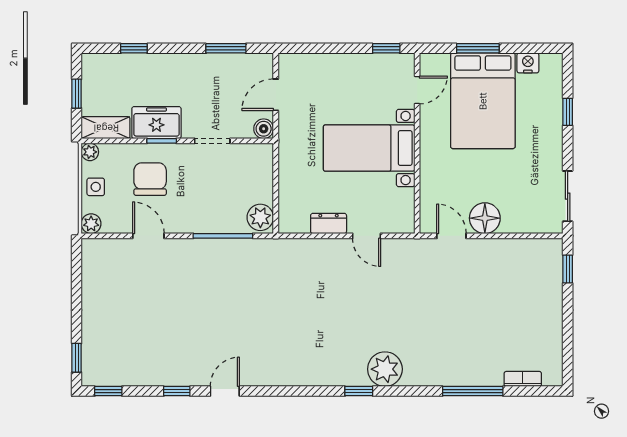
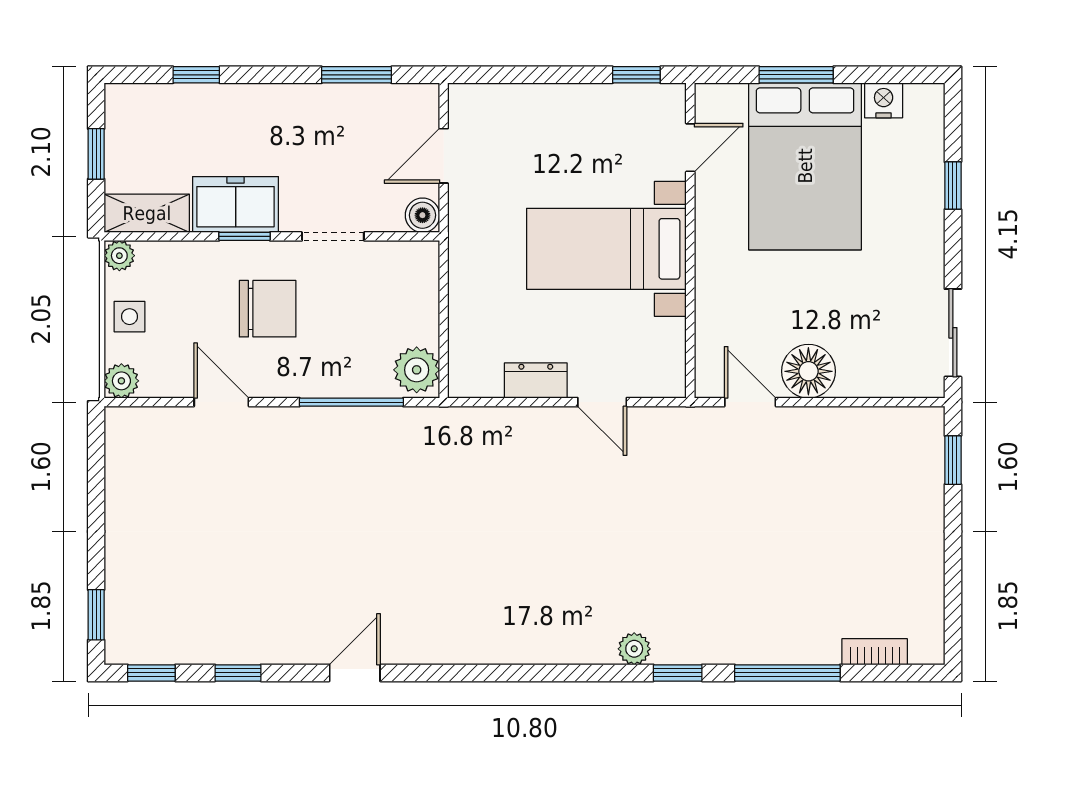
chair: (150, 179) -> (268, 309), moved, turned 90
plant: (385, 369) -> (634, 649), width x0.53, depth x0.53
window: (177, 391) -> (238, 673), moved
window: (359, 391) -> (678, 673), moved

